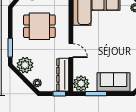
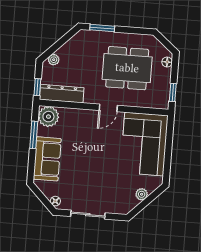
dining table: (39, 26) -> (127, 68), width x1.38
door: (71, 51) -> (108, 108), moved
plant: (25, 65) -> (78, 45), removed

